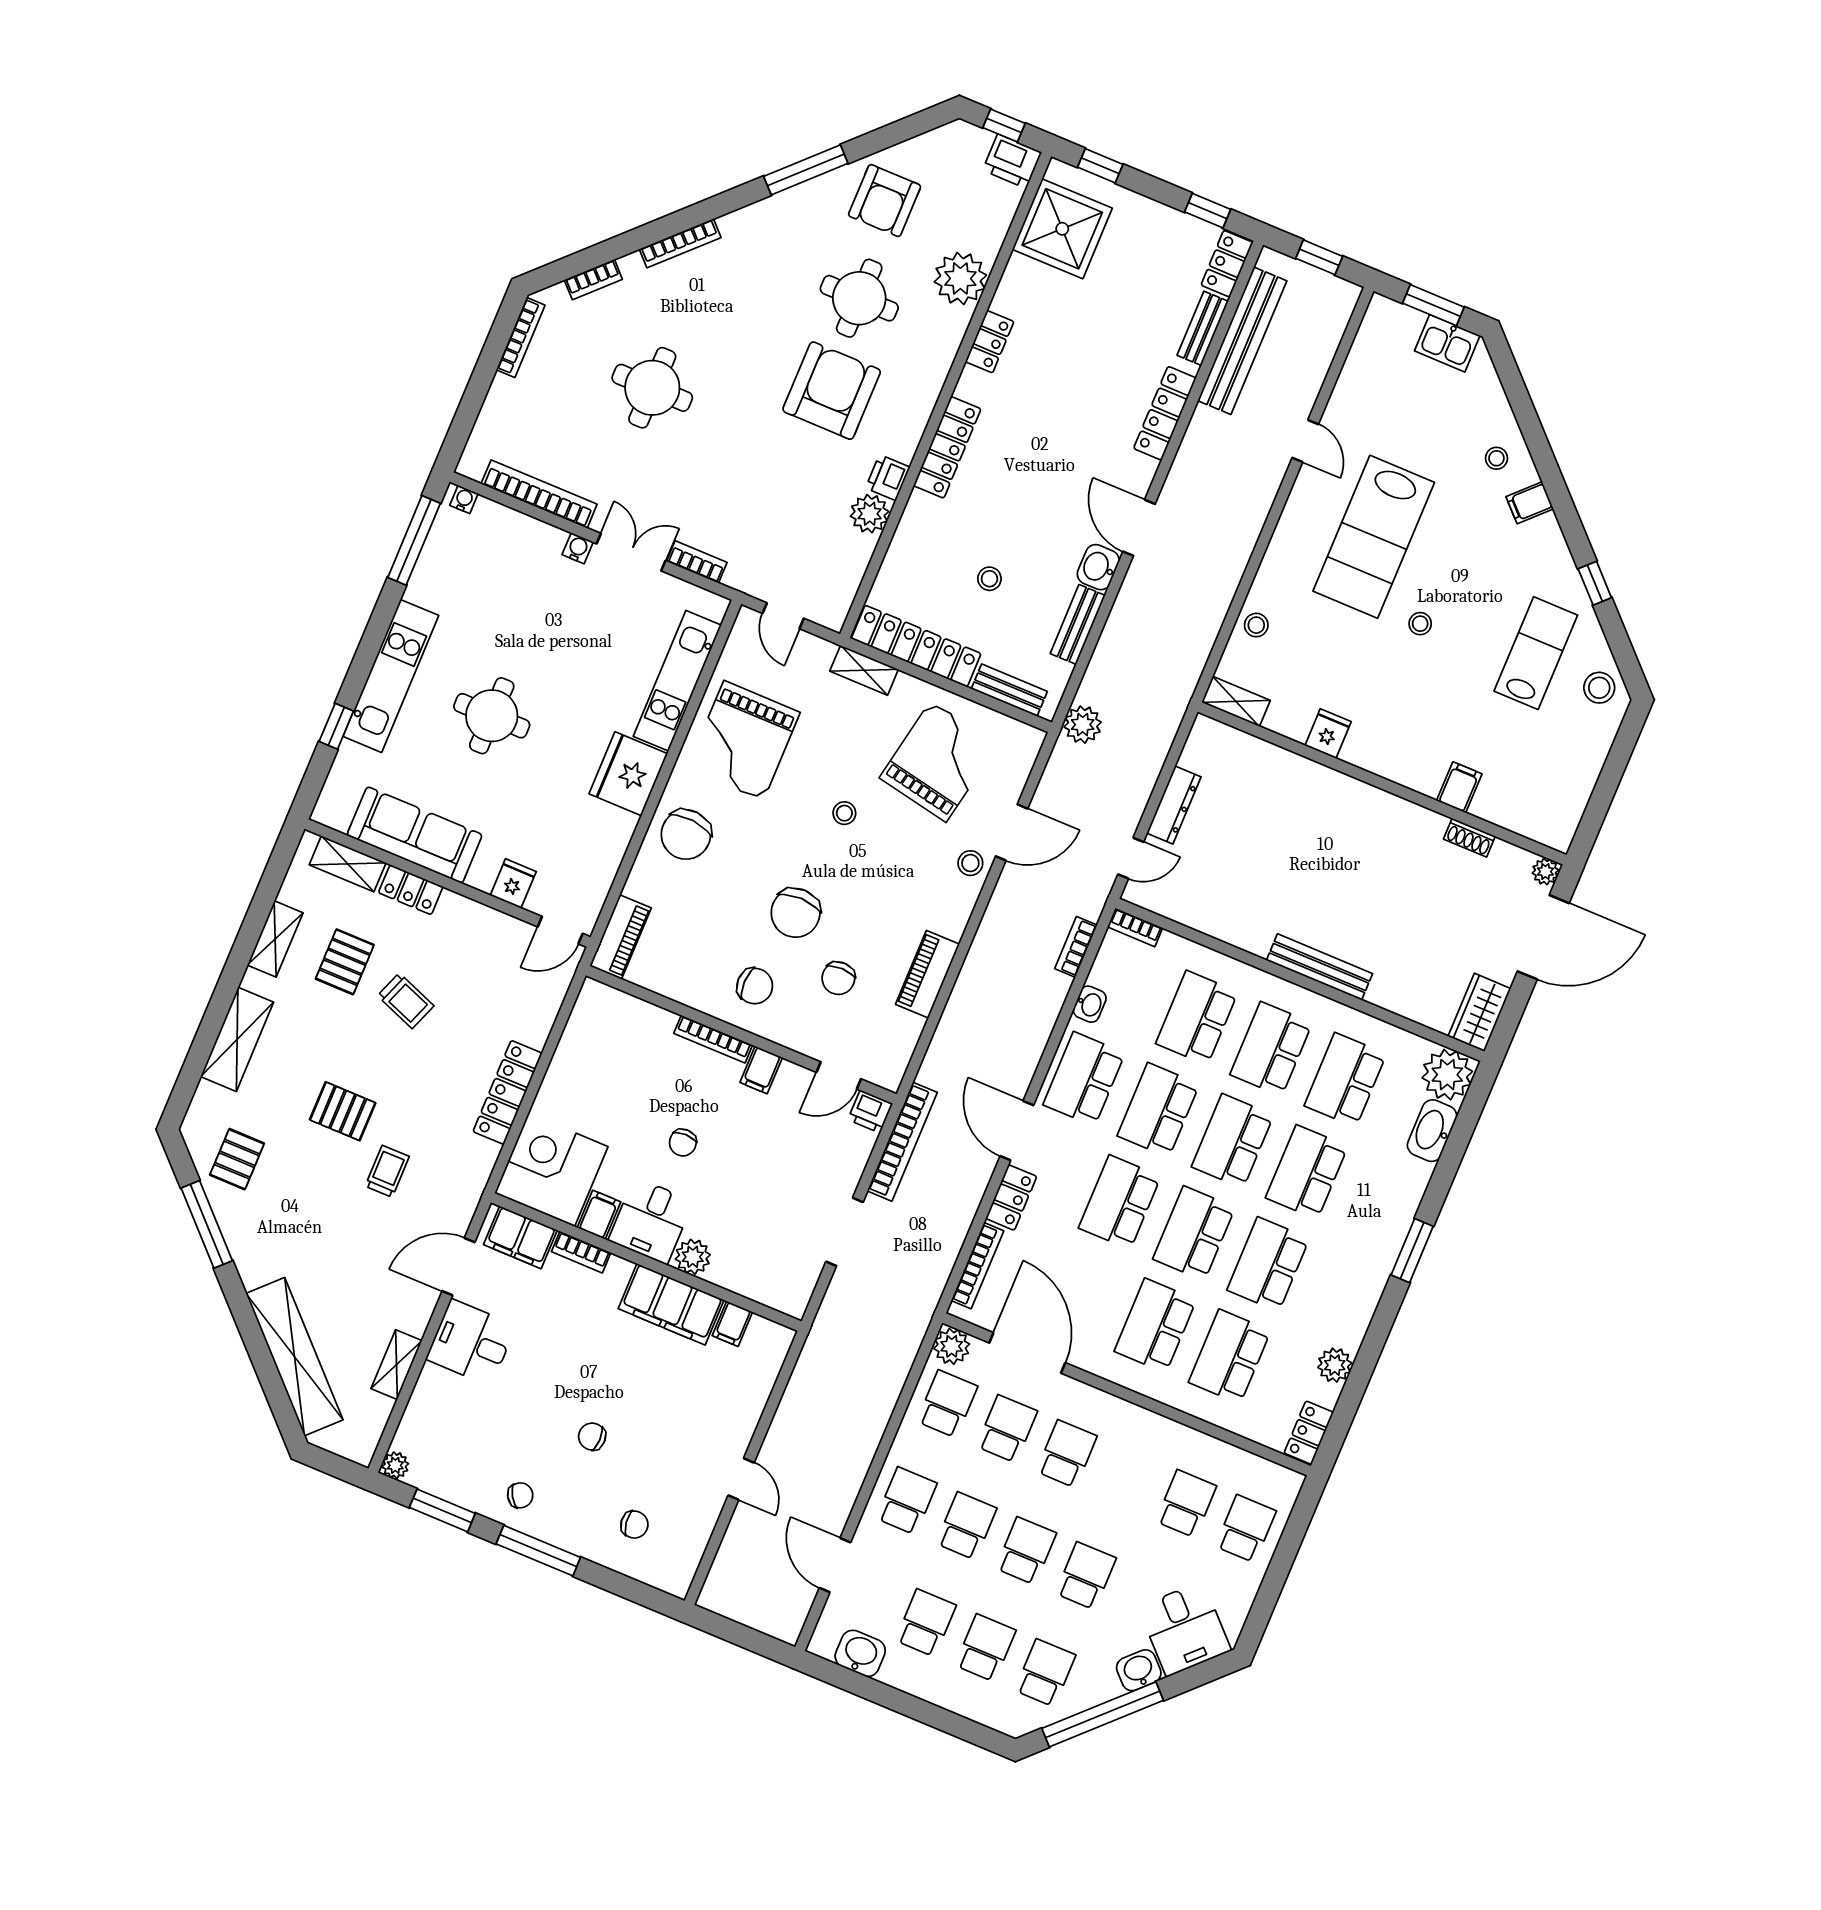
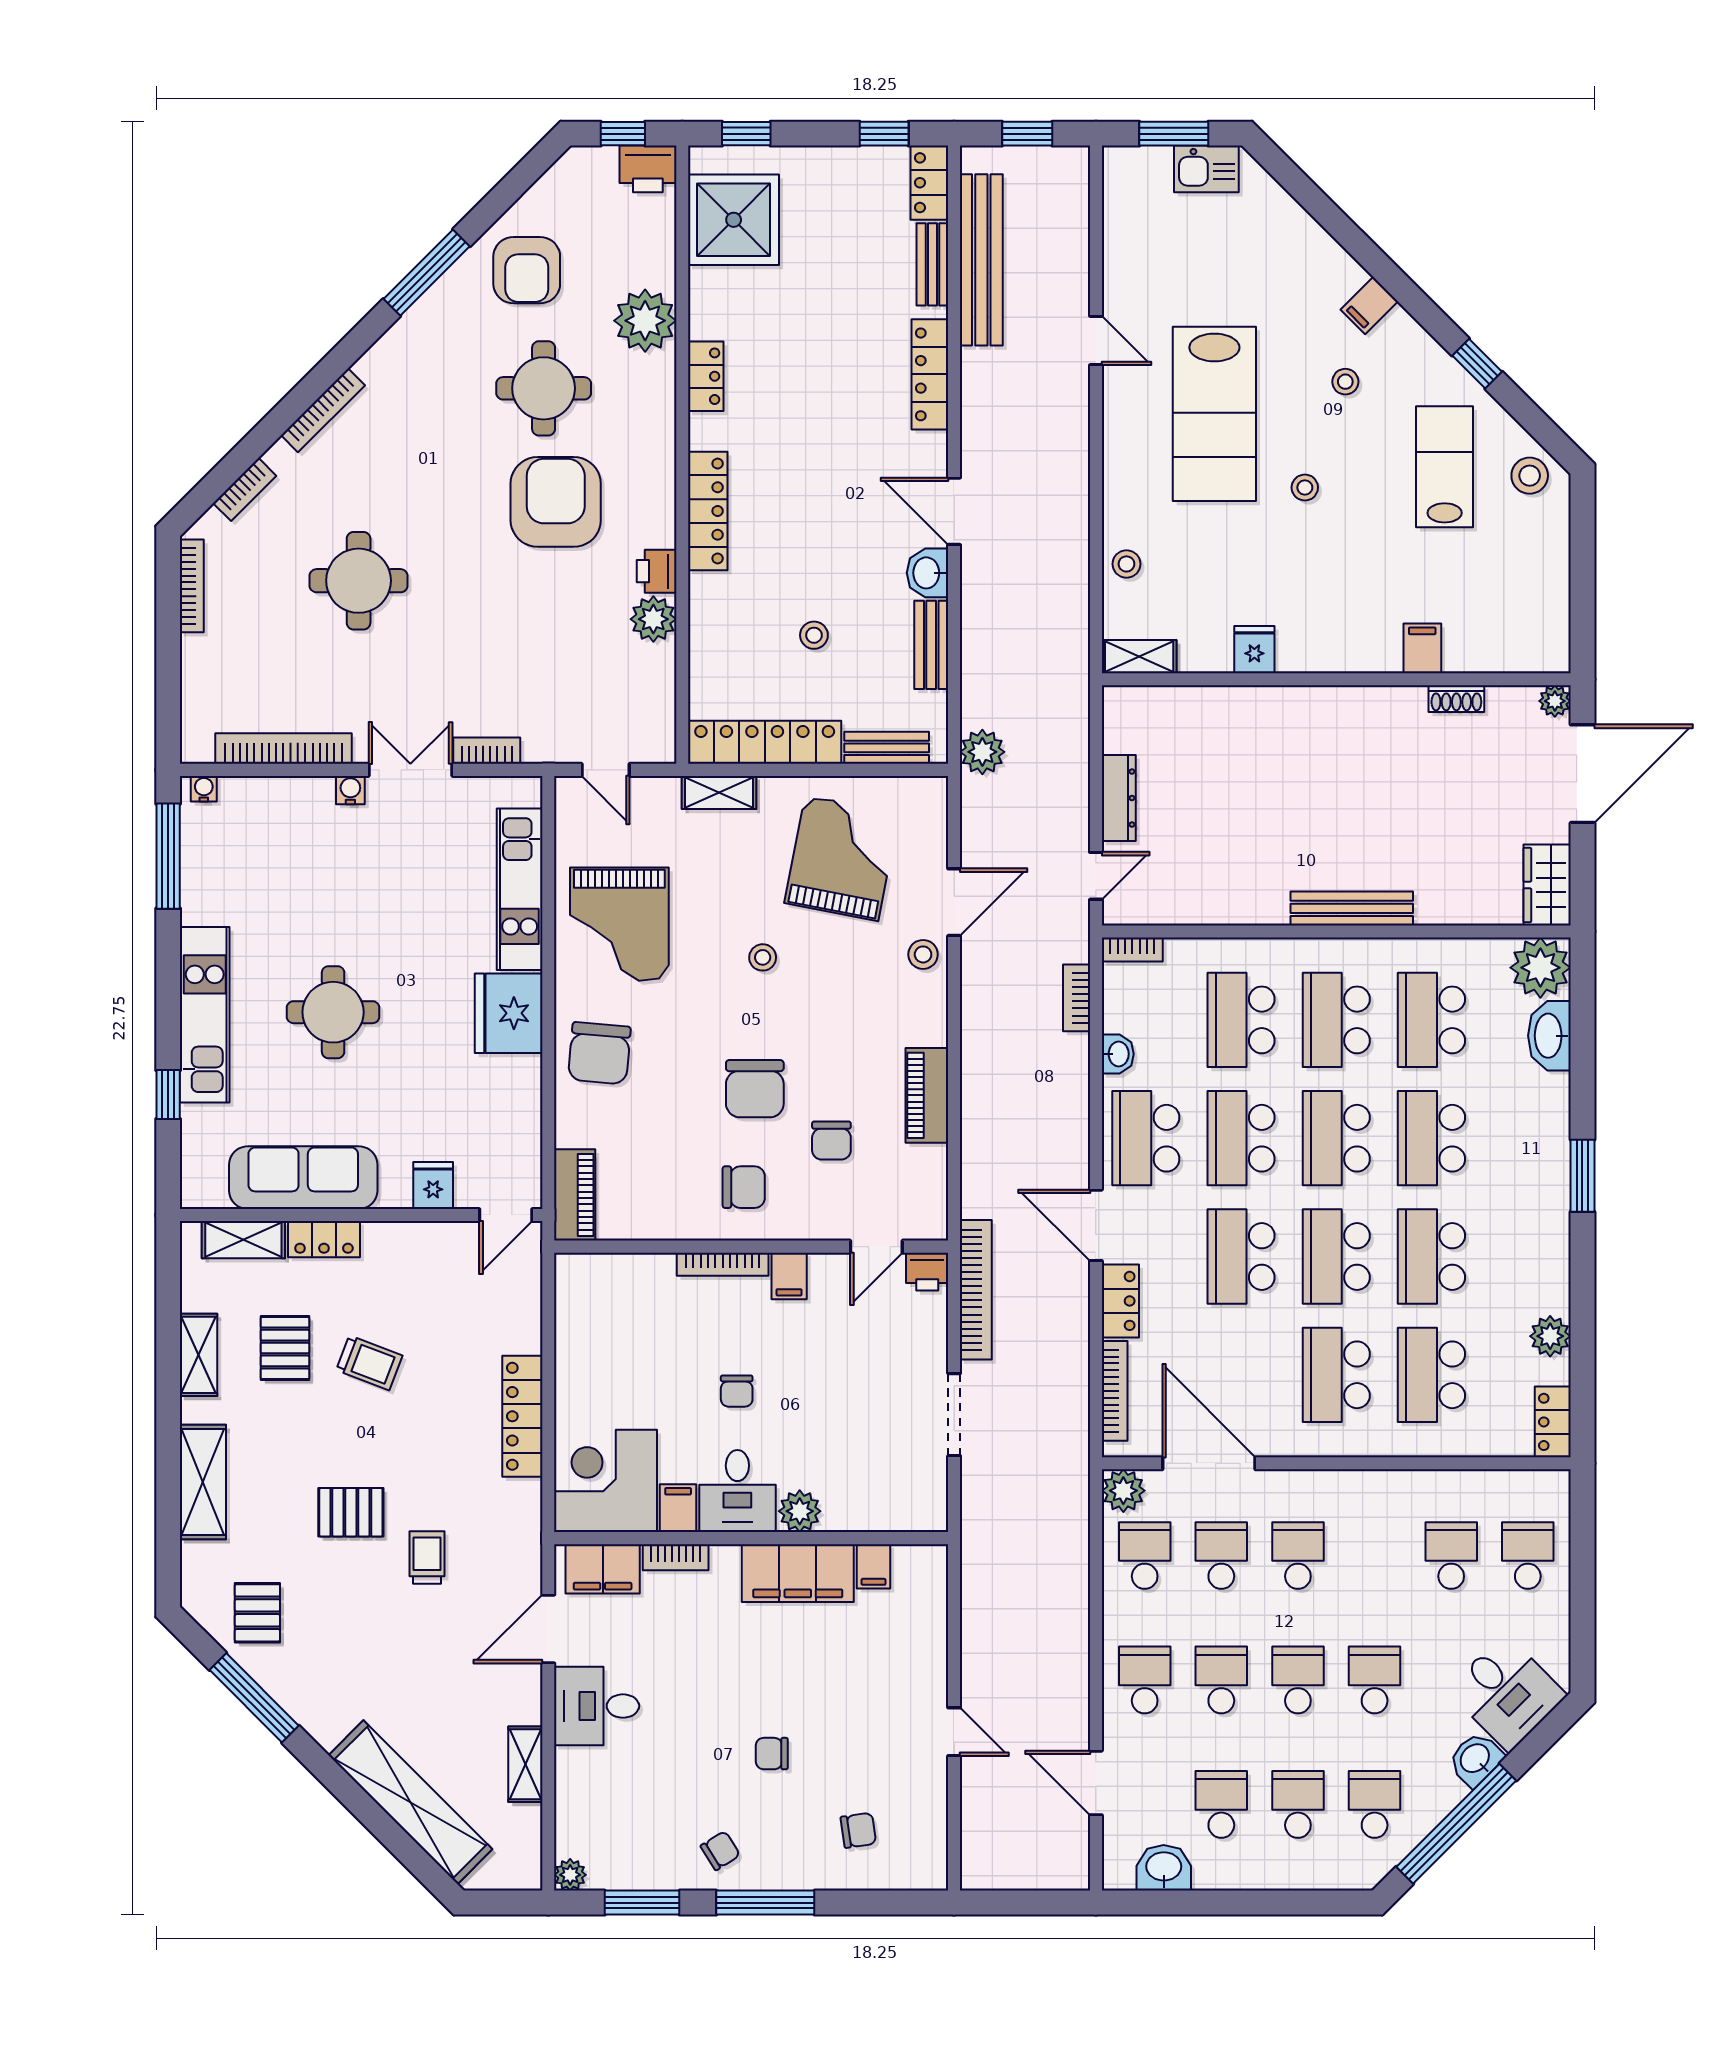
stool: (1496, 458) -> (1345, 382), moved

